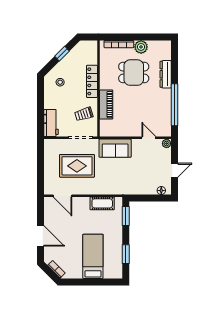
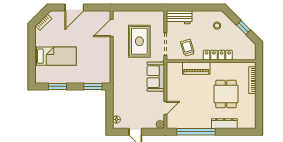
plant: (141, 47) -> (250, 101), removed
cot: (102, 203) -> (105, 65), removed

